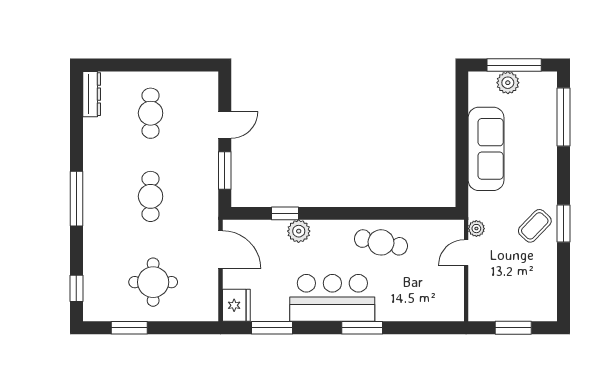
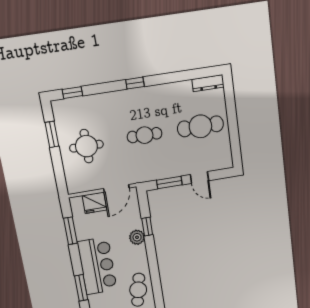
cafe table: (151, 113) -> (200, 126), width x1.37, depth x1.35
window: (76, 199) -> (135, 83), width x0.46
fridge: (236, 305) -> (94, 203), moved

